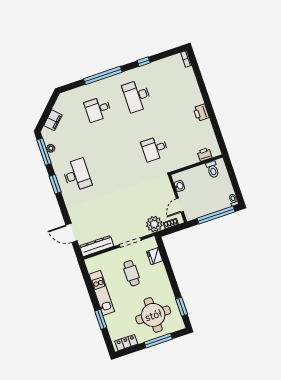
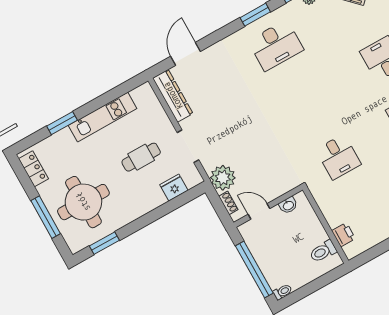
desk: (155, 149) -> (338, 157), turned 180

